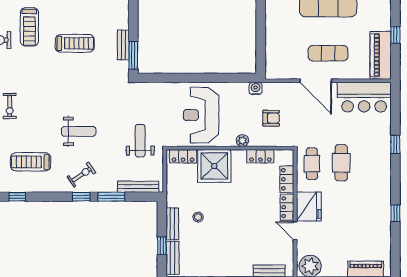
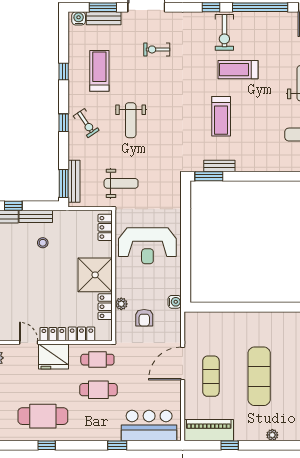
bar counter: (364, 97) -> (149, 426), moved, turned 90
reception desk: (201, 115) -> (147, 246), turned 180
plant: (242, 141) -> (121, 304), moved
shower: (214, 166) -> (95, 275), moved
window: (17, 197) -> (64, 71), moved
window: (111, 197) -> (64, 184), moved
cafe table: (367, 217) -> (43, 416), added
door: (295, 231) -> (29, 342), hinge flipped

